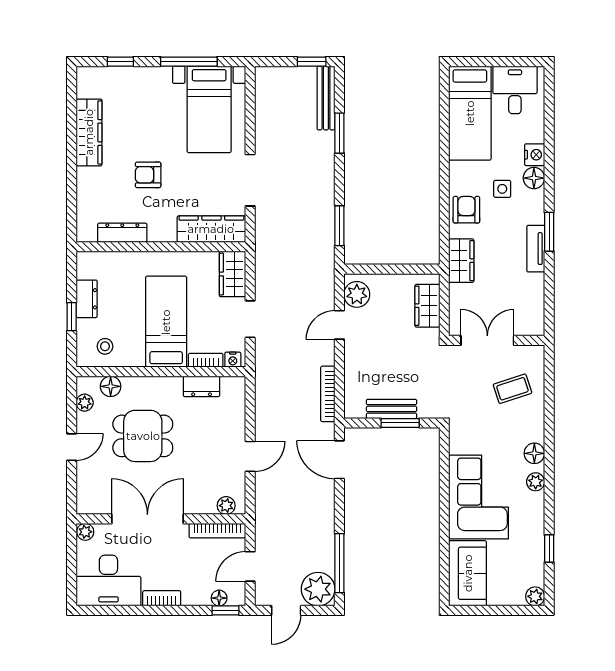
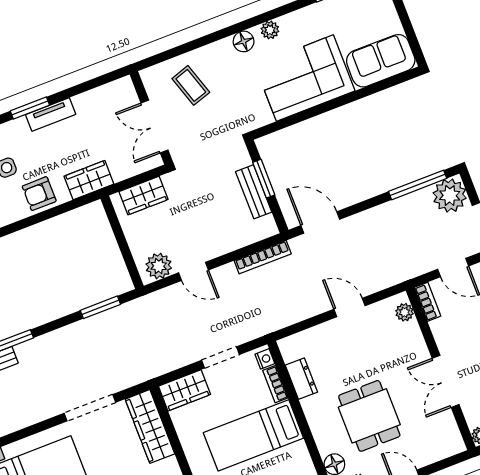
door: (339, 460) -> (320, 222), swing flipped
double door: (147, 519) -> (446, 381), width x0.73
bookcase: (217, 531) -> (428, 302), width x0.64

